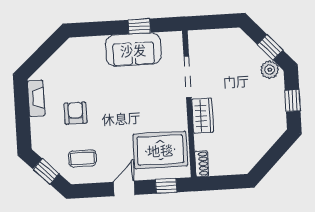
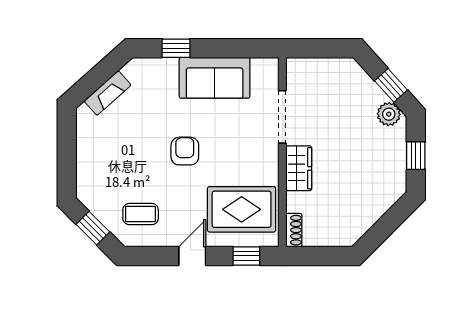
window: (139, 26) -> (176, 48), moved
fireplace: (36, 98) -> (108, 93), moved, turned 48
armchair: (75, 113) -> (185, 151), moved

